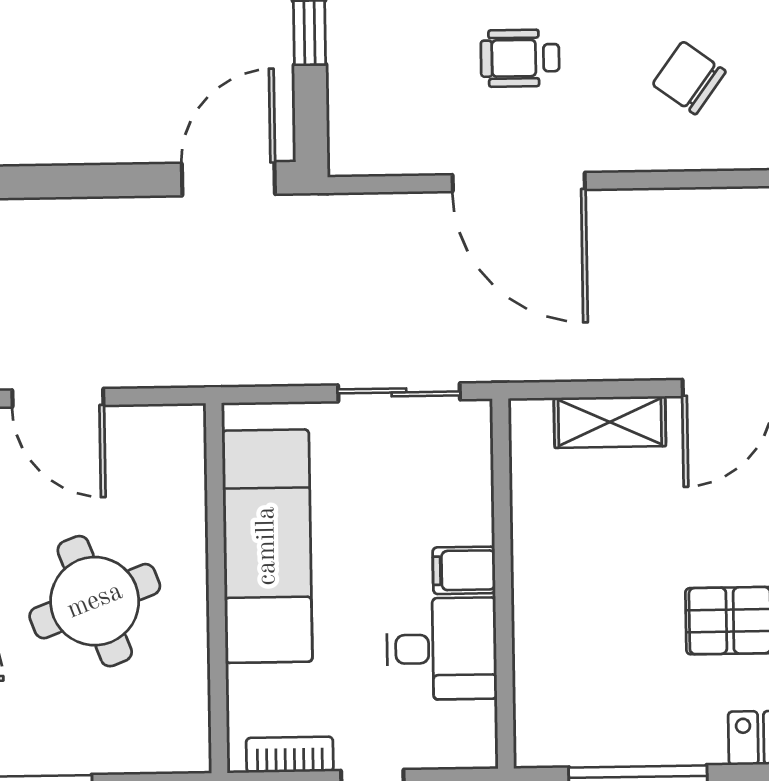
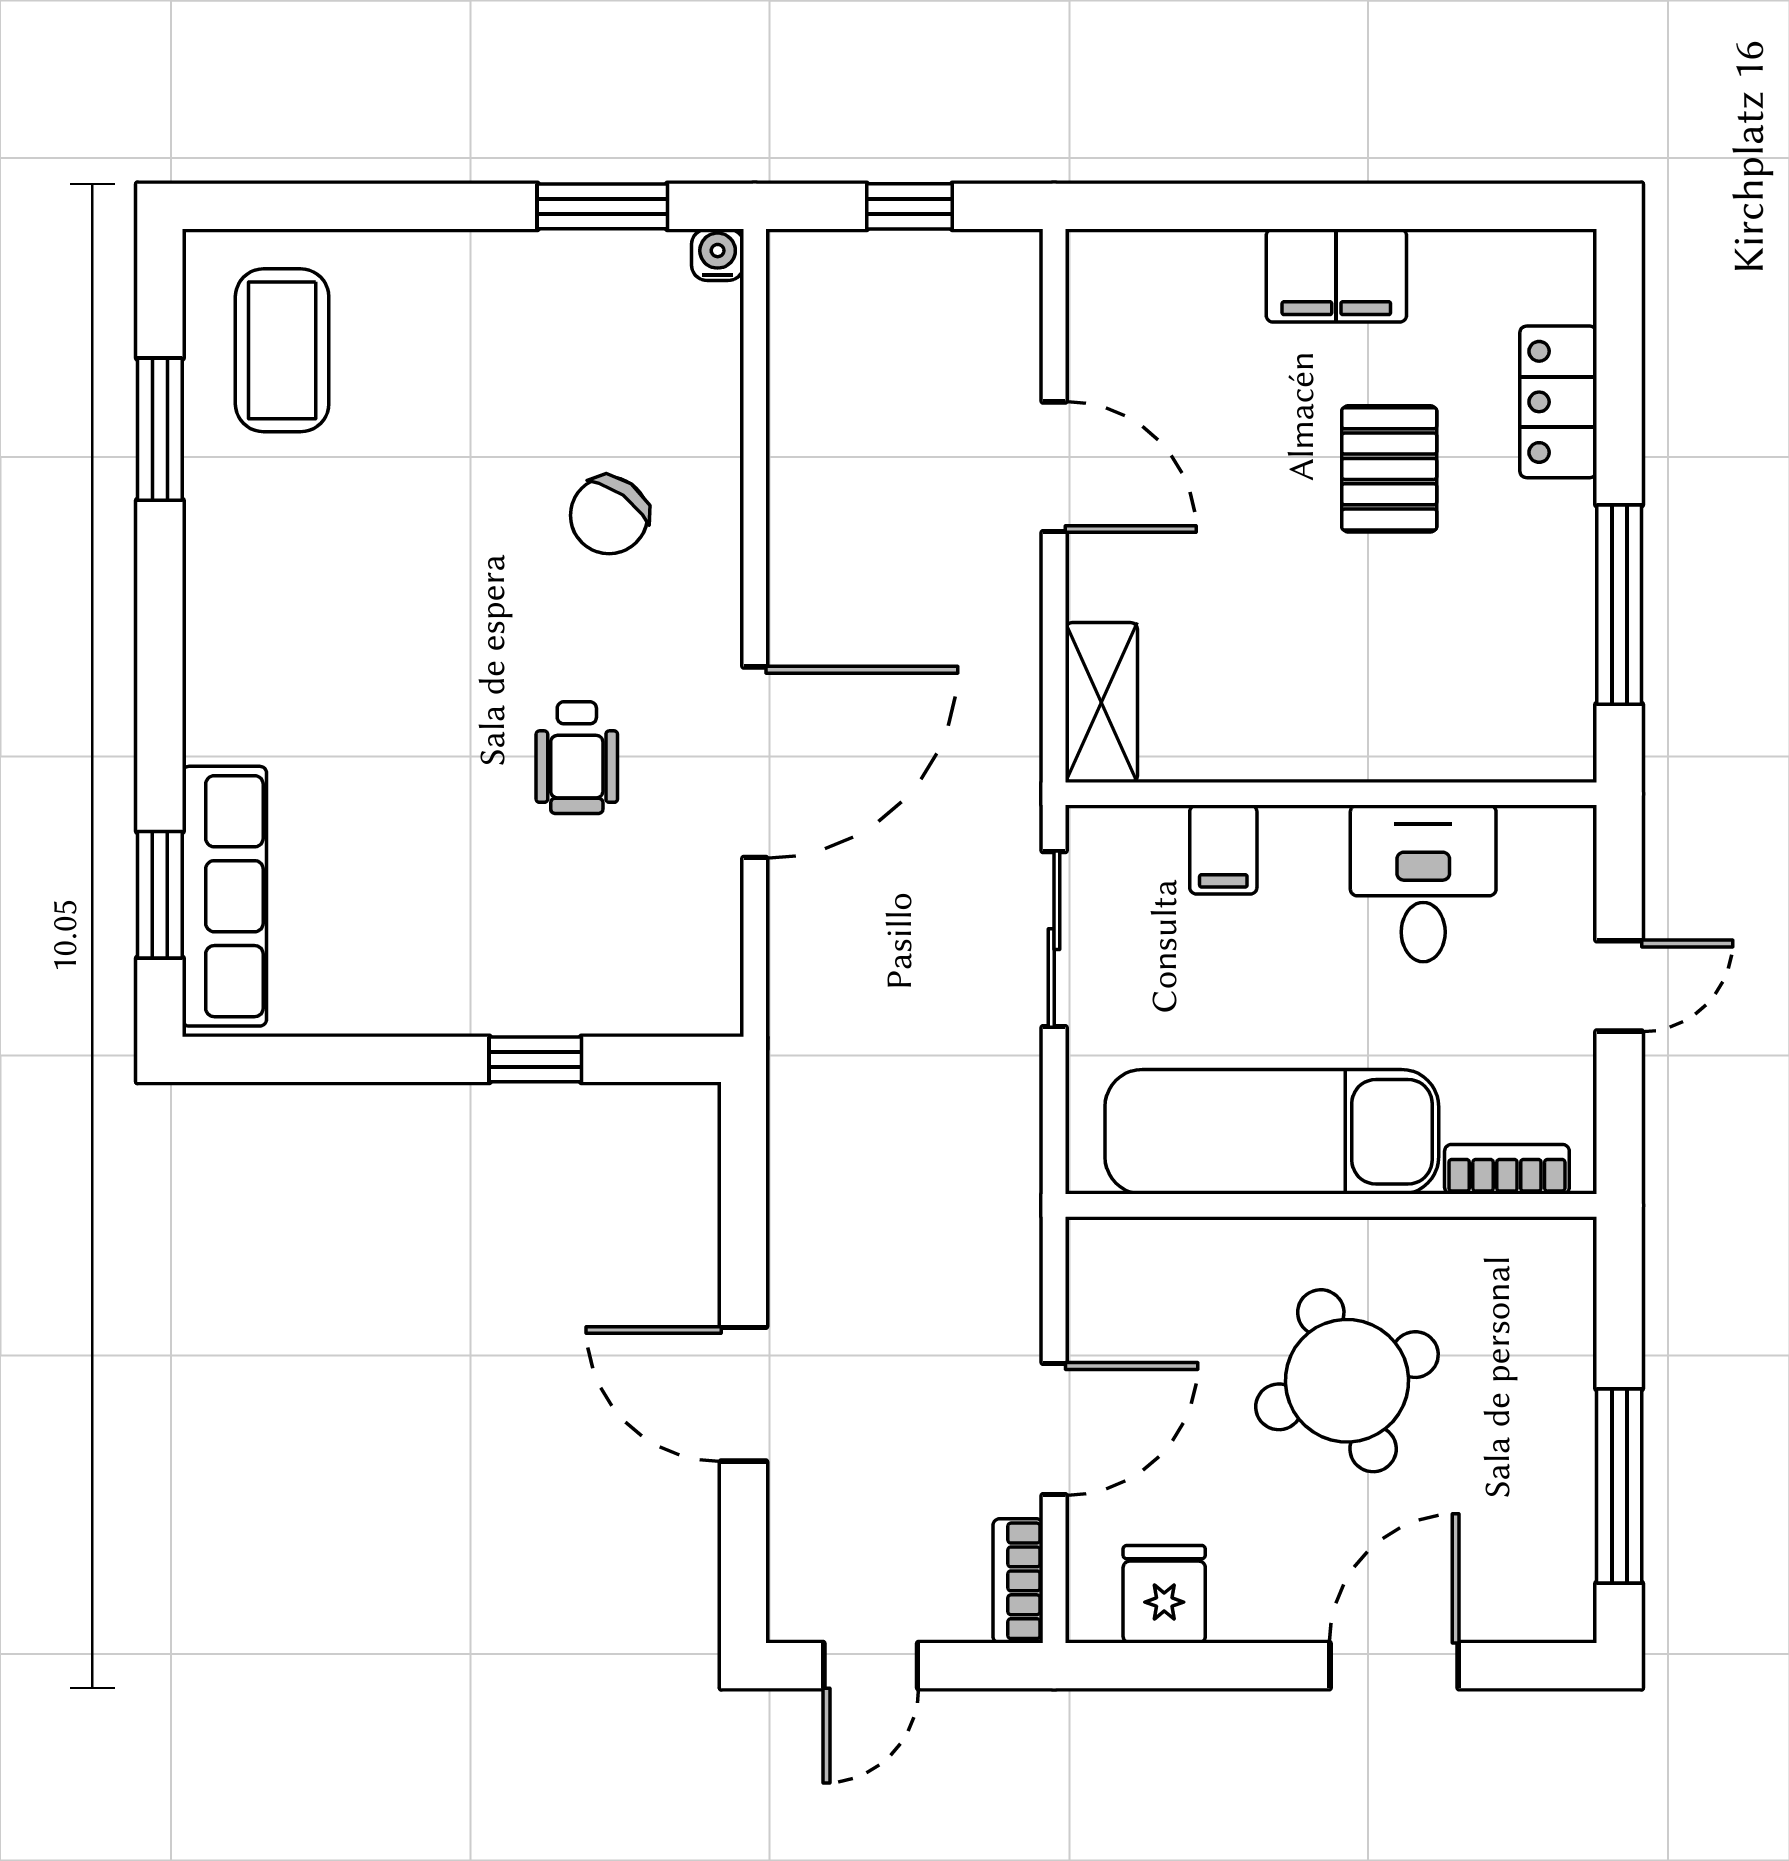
door: (228, 179) -> (744, 1394), moved
shelving: (610, 422) -> (1101, 703), moved
filing cabinet: (464, 570) -> (1223, 850), moved
bookcase: (290, 755) -> (1507, 1169), moved, turned 90

